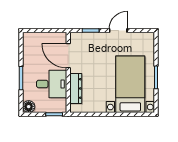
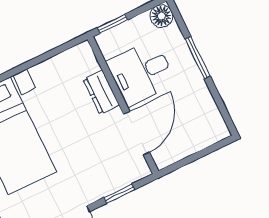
door: (68, 56) -> (137, 133), hinge flipped
dresser: (76, 88) -> (101, 92), width x0.70

